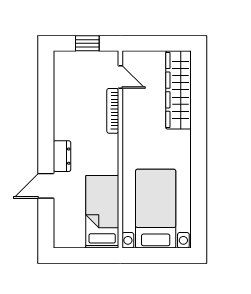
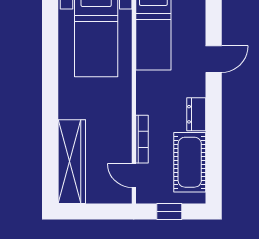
cot: (68, 89) -> (190, 162), added
dresser: (62, 156) -> (196, 114), moved

